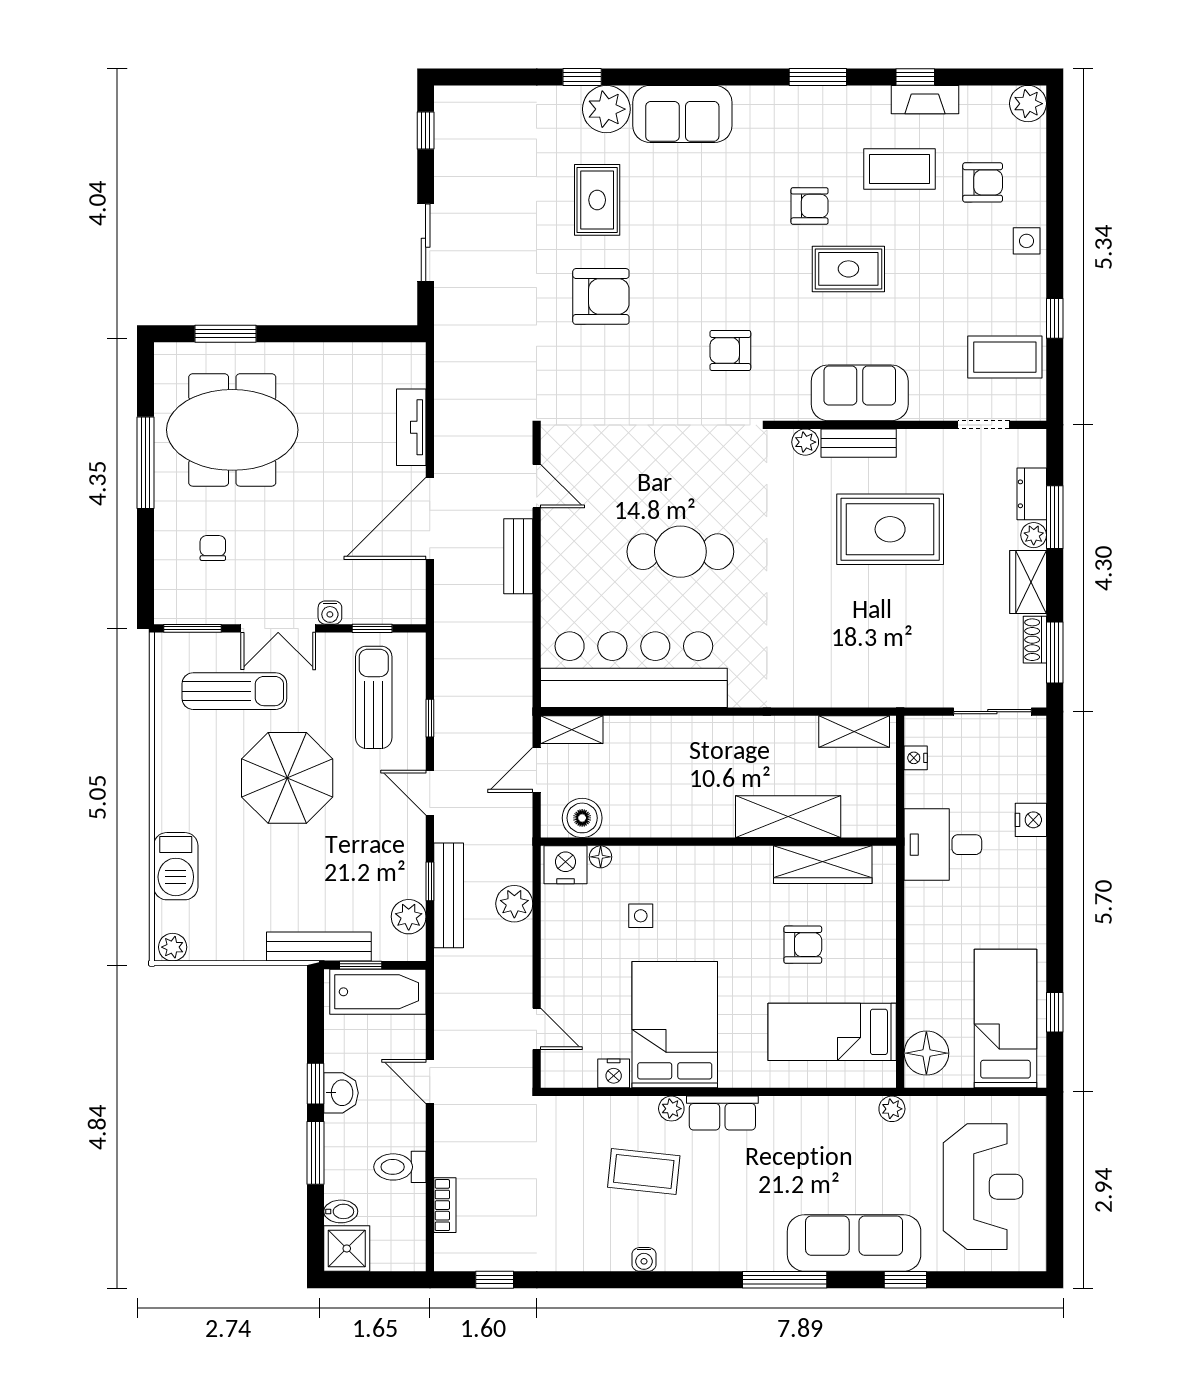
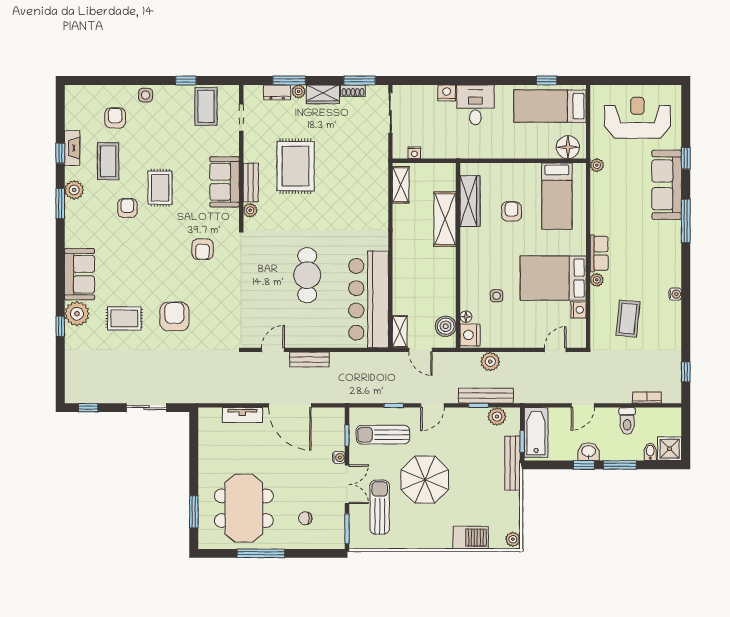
plant: (1028, 104) -> (74, 190), moved
desk: (943, 845) -> (475, 105), moved, turned 180
coffee table: (644, 1171) -> (628, 319), moved

